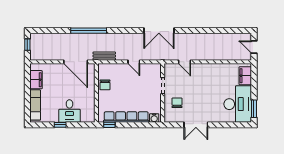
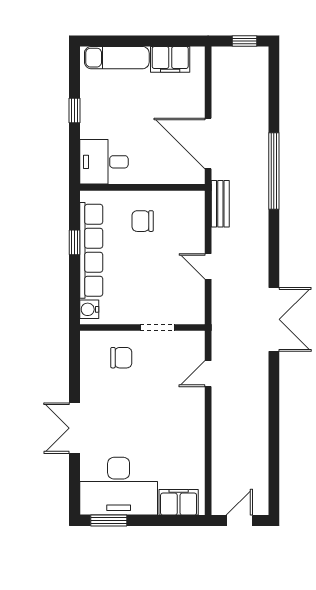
double door: (159, 31) -> (274, 319), swing flipped
door: (76, 62) -> (208, 143), hinge flipped
door: (134, 62) -> (208, 266), hinge flipped
chair: (105, 85) -> (143, 221), moved
desk: (69, 111) -> (104, 162), moved
window: (109, 125) -> (74, 242), moved
double door: (196, 125) -> (74, 428), moved

